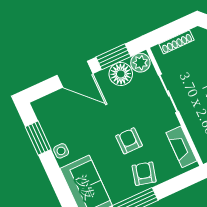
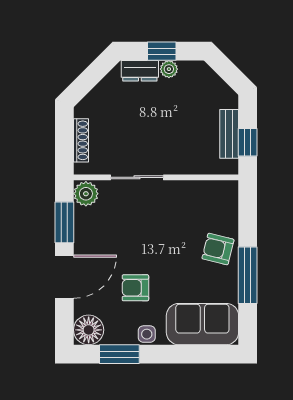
floor lamp: (121, 74) -> (89, 330), moved
armchair: (129, 141) -> (135, 288), moved
fireplace: (181, 147) -> (207, 191), removed

